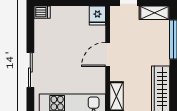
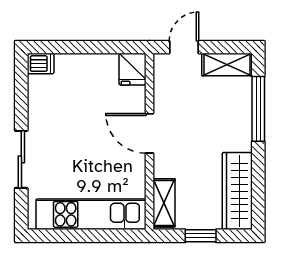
door: (108, 54) -> (149, 133), hinge flipped

